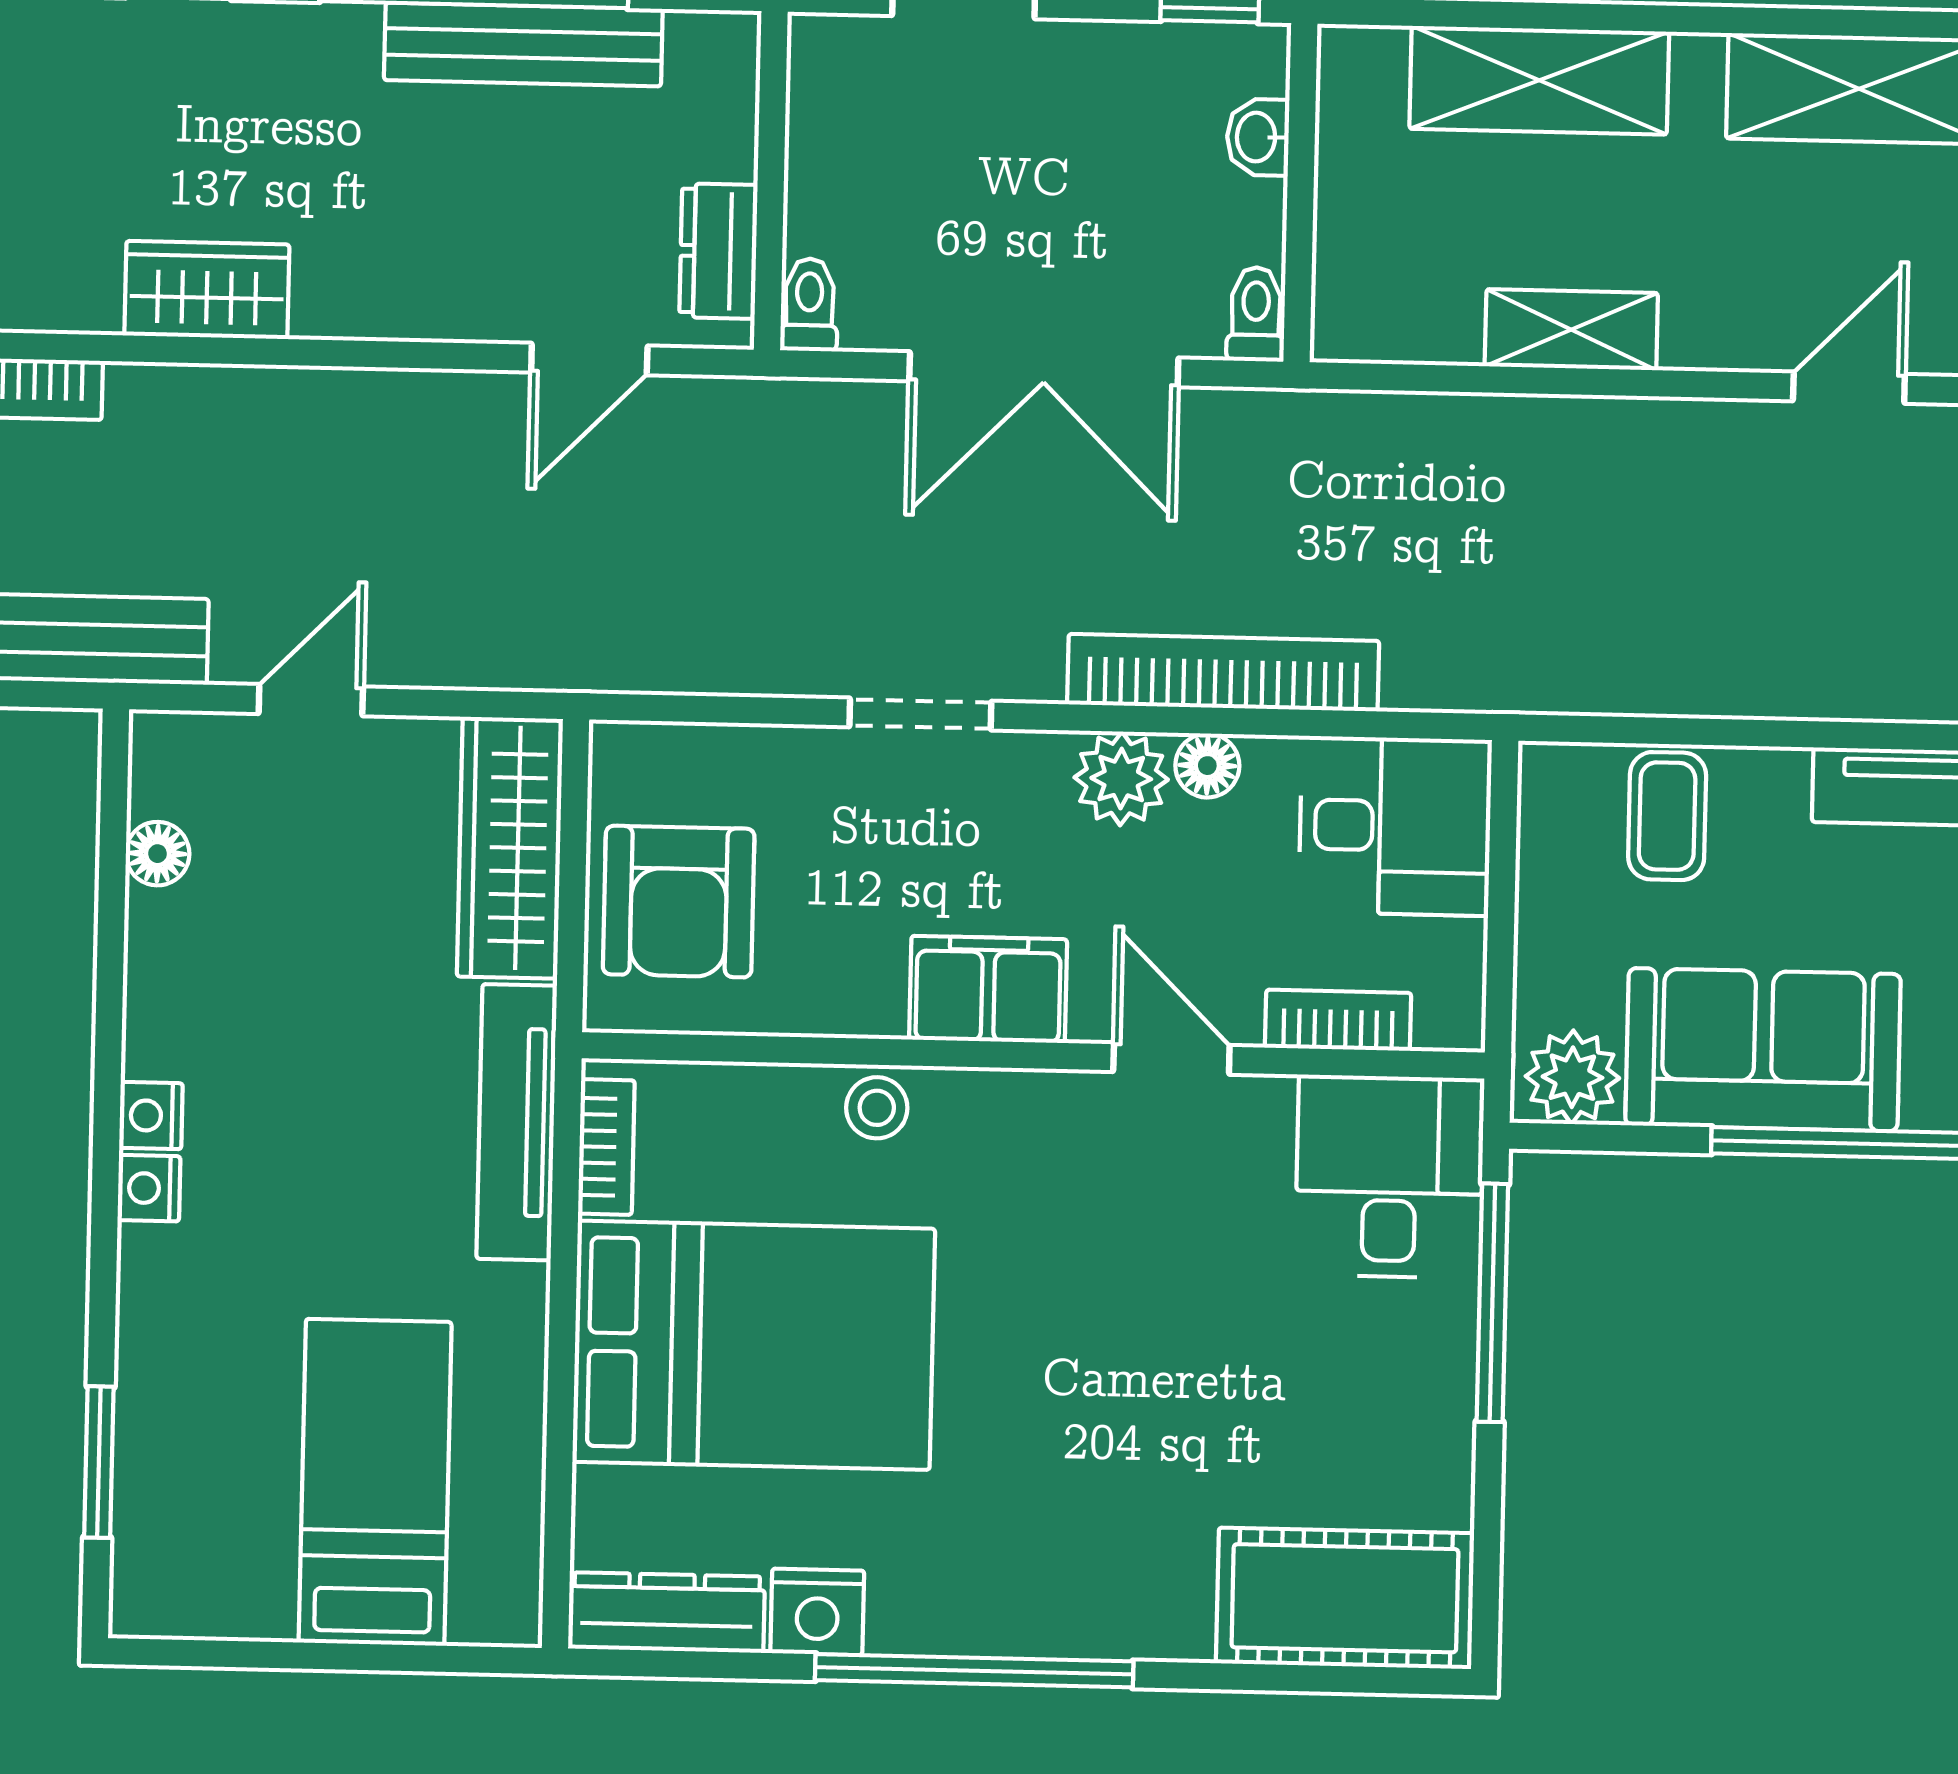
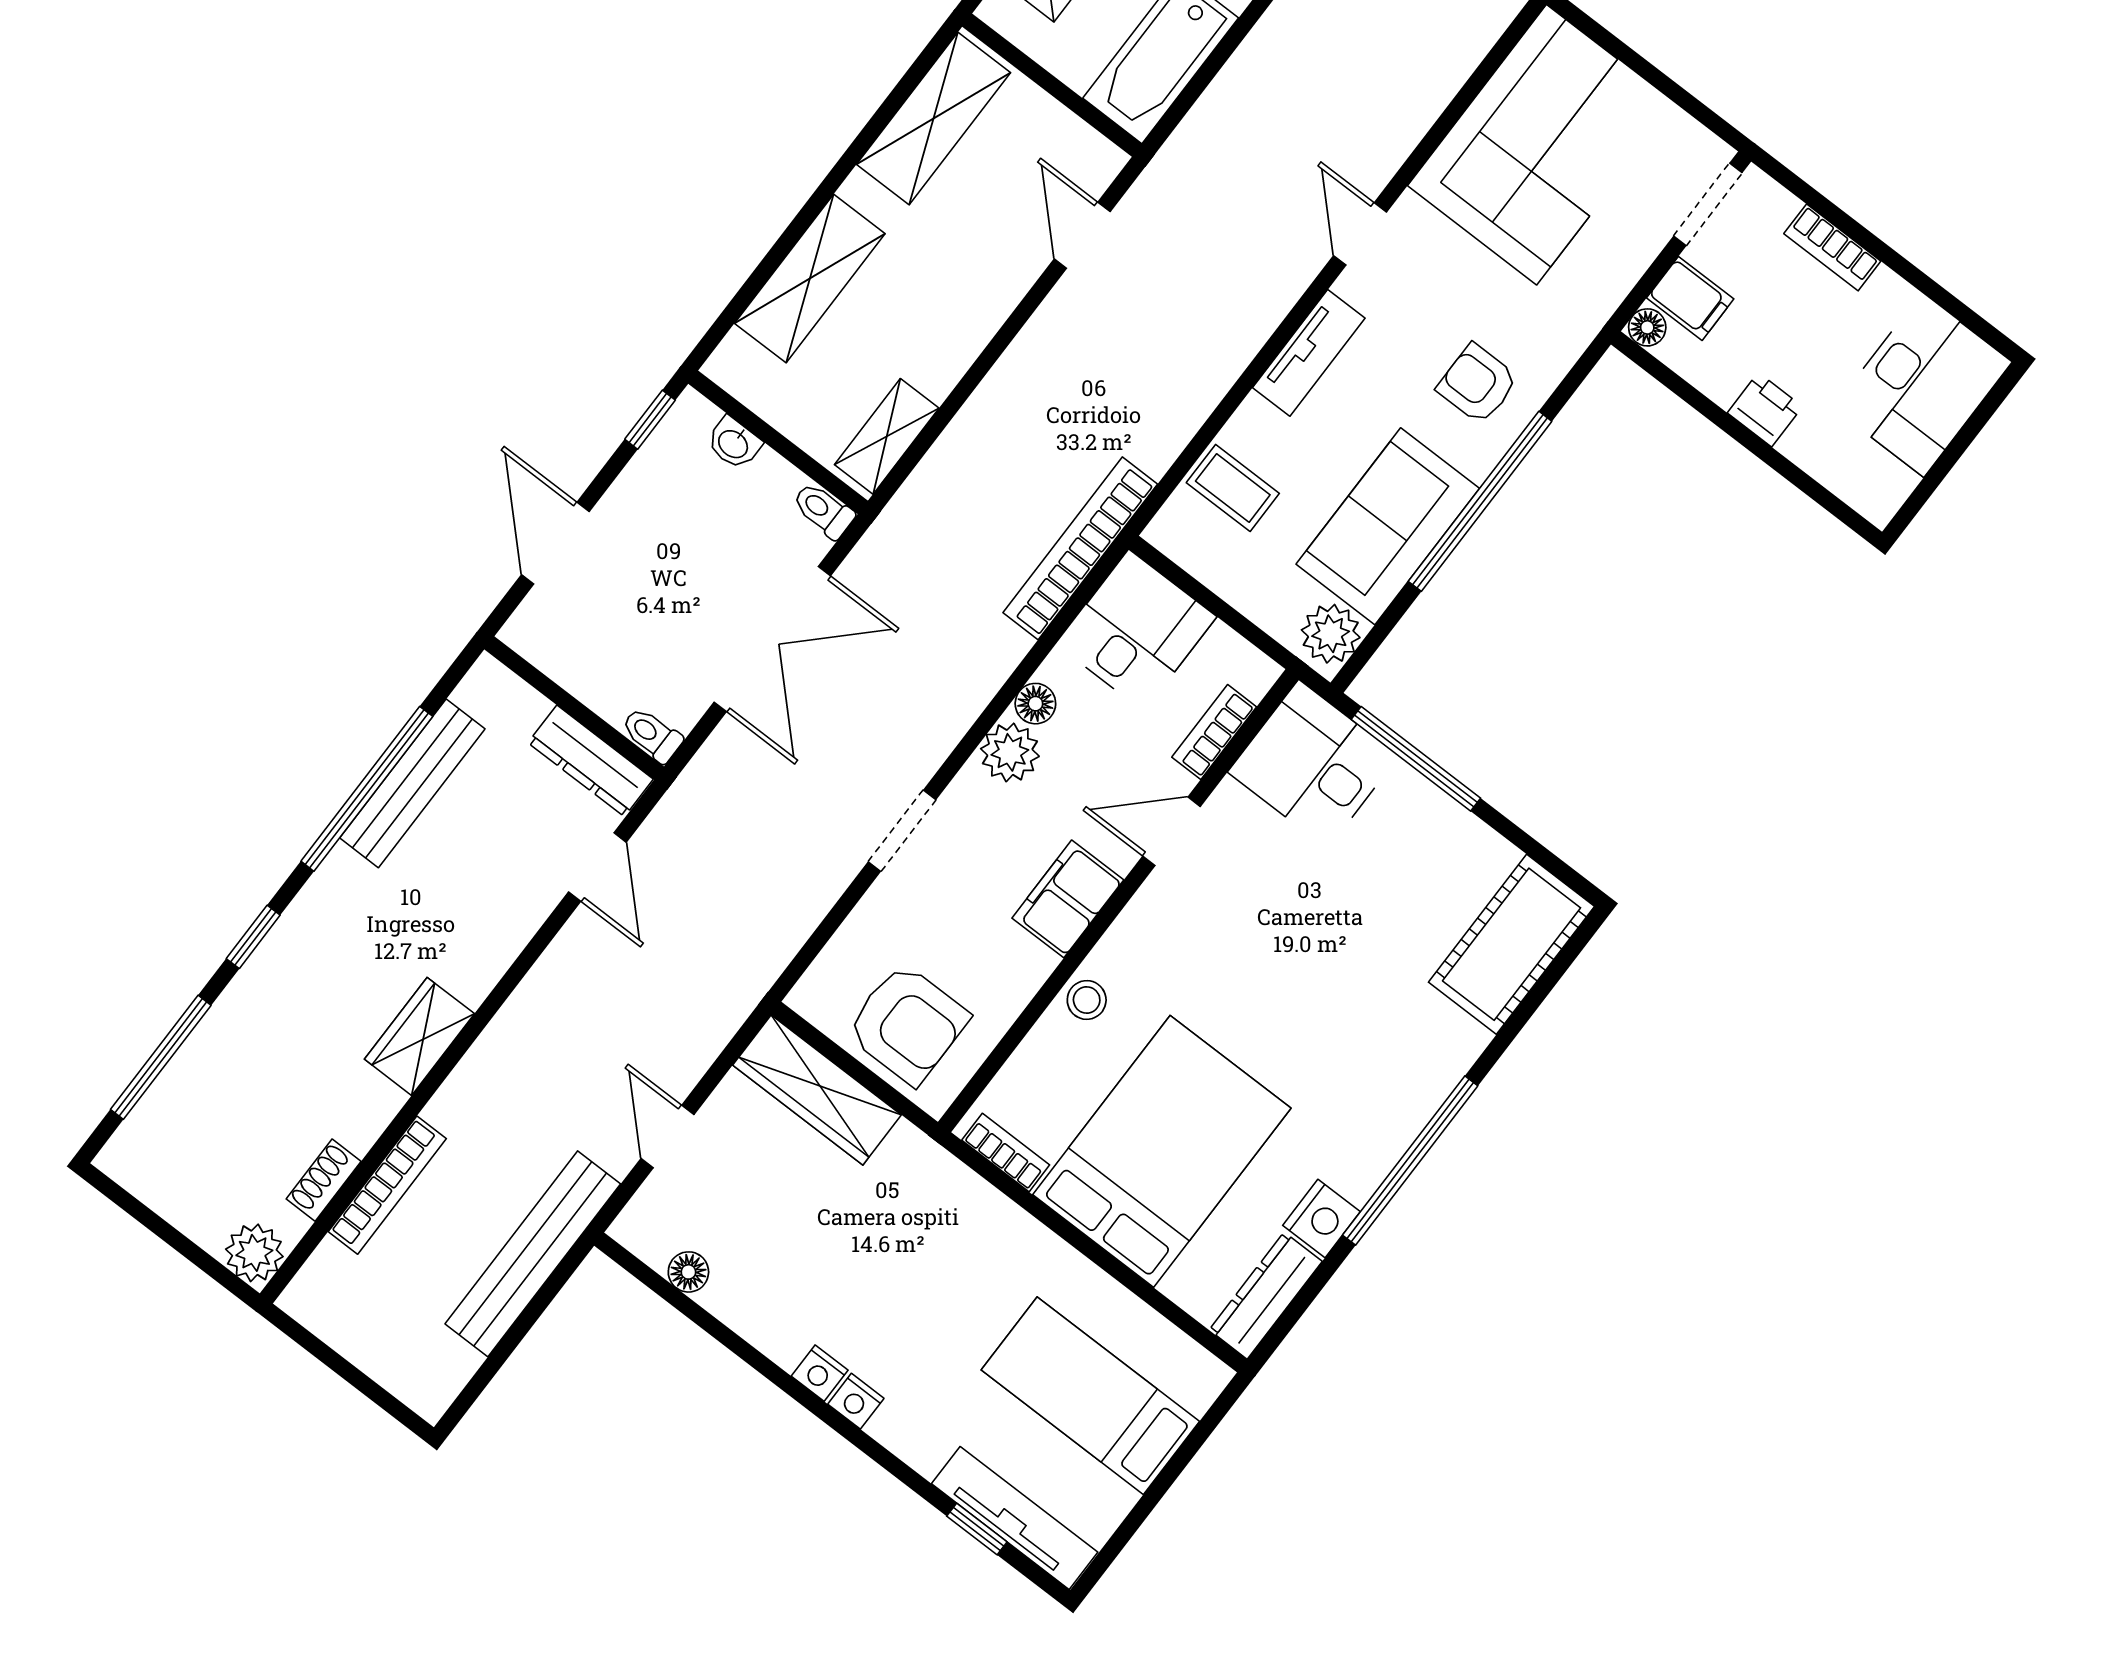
dresser: (718, 251) -> (591, 761), width x1.44
shelving: (1571, 330) -> (887, 436), moved
bookcase: (1223, 673) -> (1080, 548), moved
tv unit: (517, 1122) -> (1015, 1518), moved, turned 180
window: (99, 1462) -> (977, 1529), width x0.67

